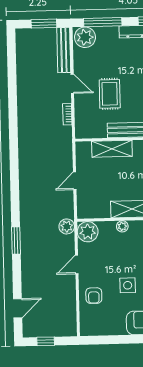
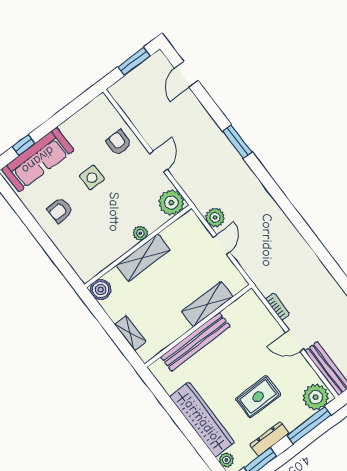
rug: (110, 94) -> (258, 397), moved, turned 90
plant: (67, 226) -> (215, 217), moved
window: (46, 341) -> (134, 61), width x1.50

